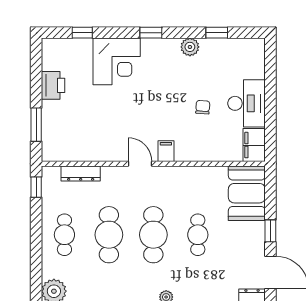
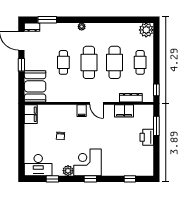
corner desk: (117, 61) -> (88, 162), moved
printer: (53, 85) -> (147, 137), moved
desk: (247, 103) -> (38, 165), moved, turned -90
filing cabinet: (92, 151) -> (124, 111), added

